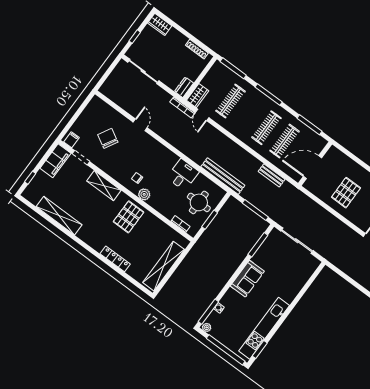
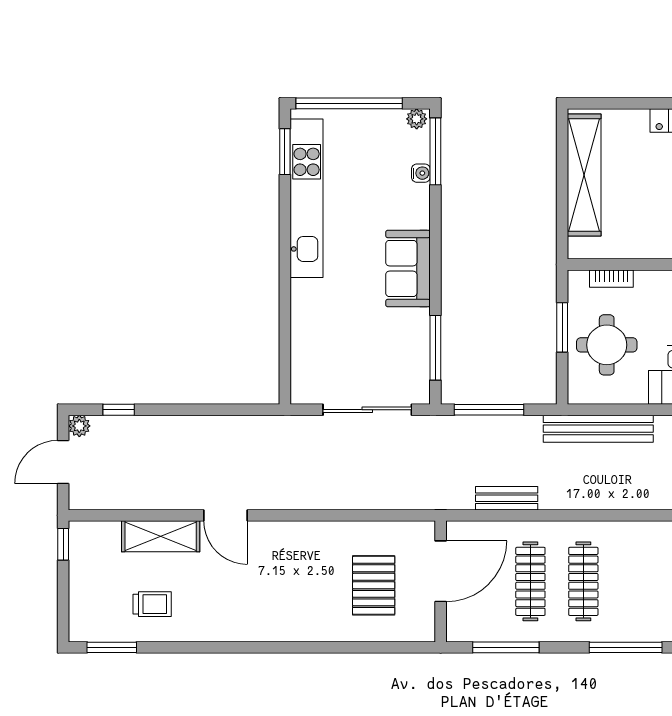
pallet: (346, 193) -> (374, 585), moved

